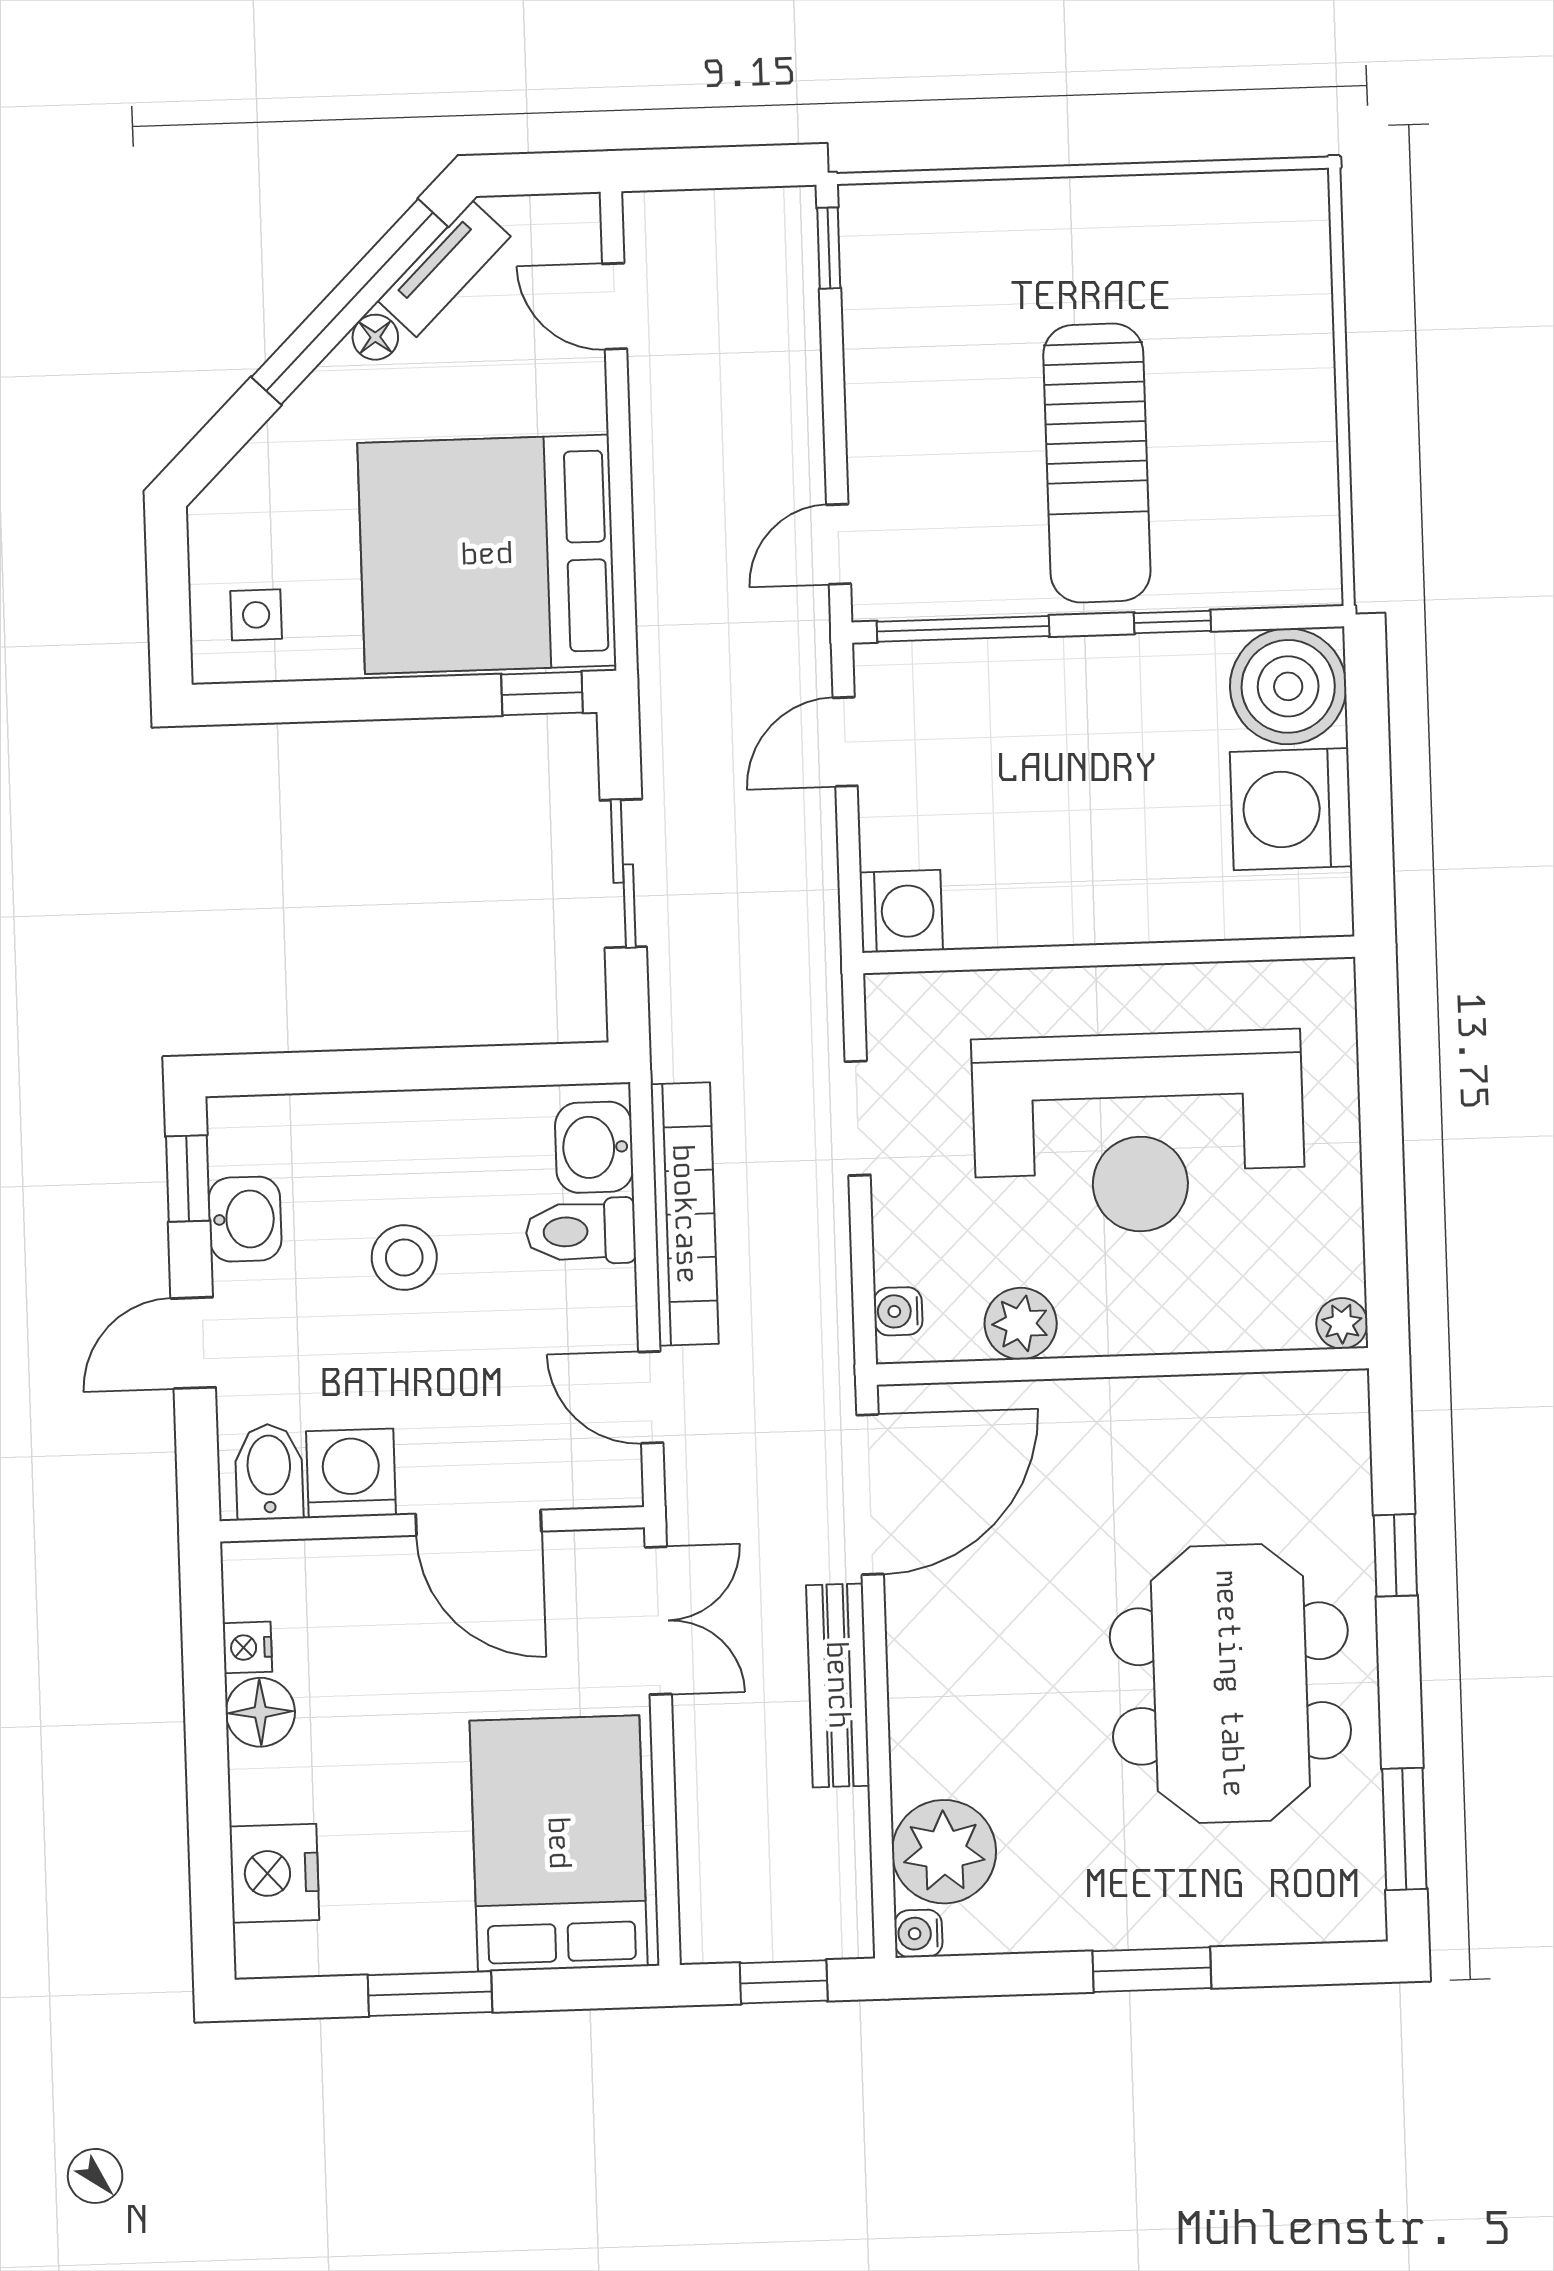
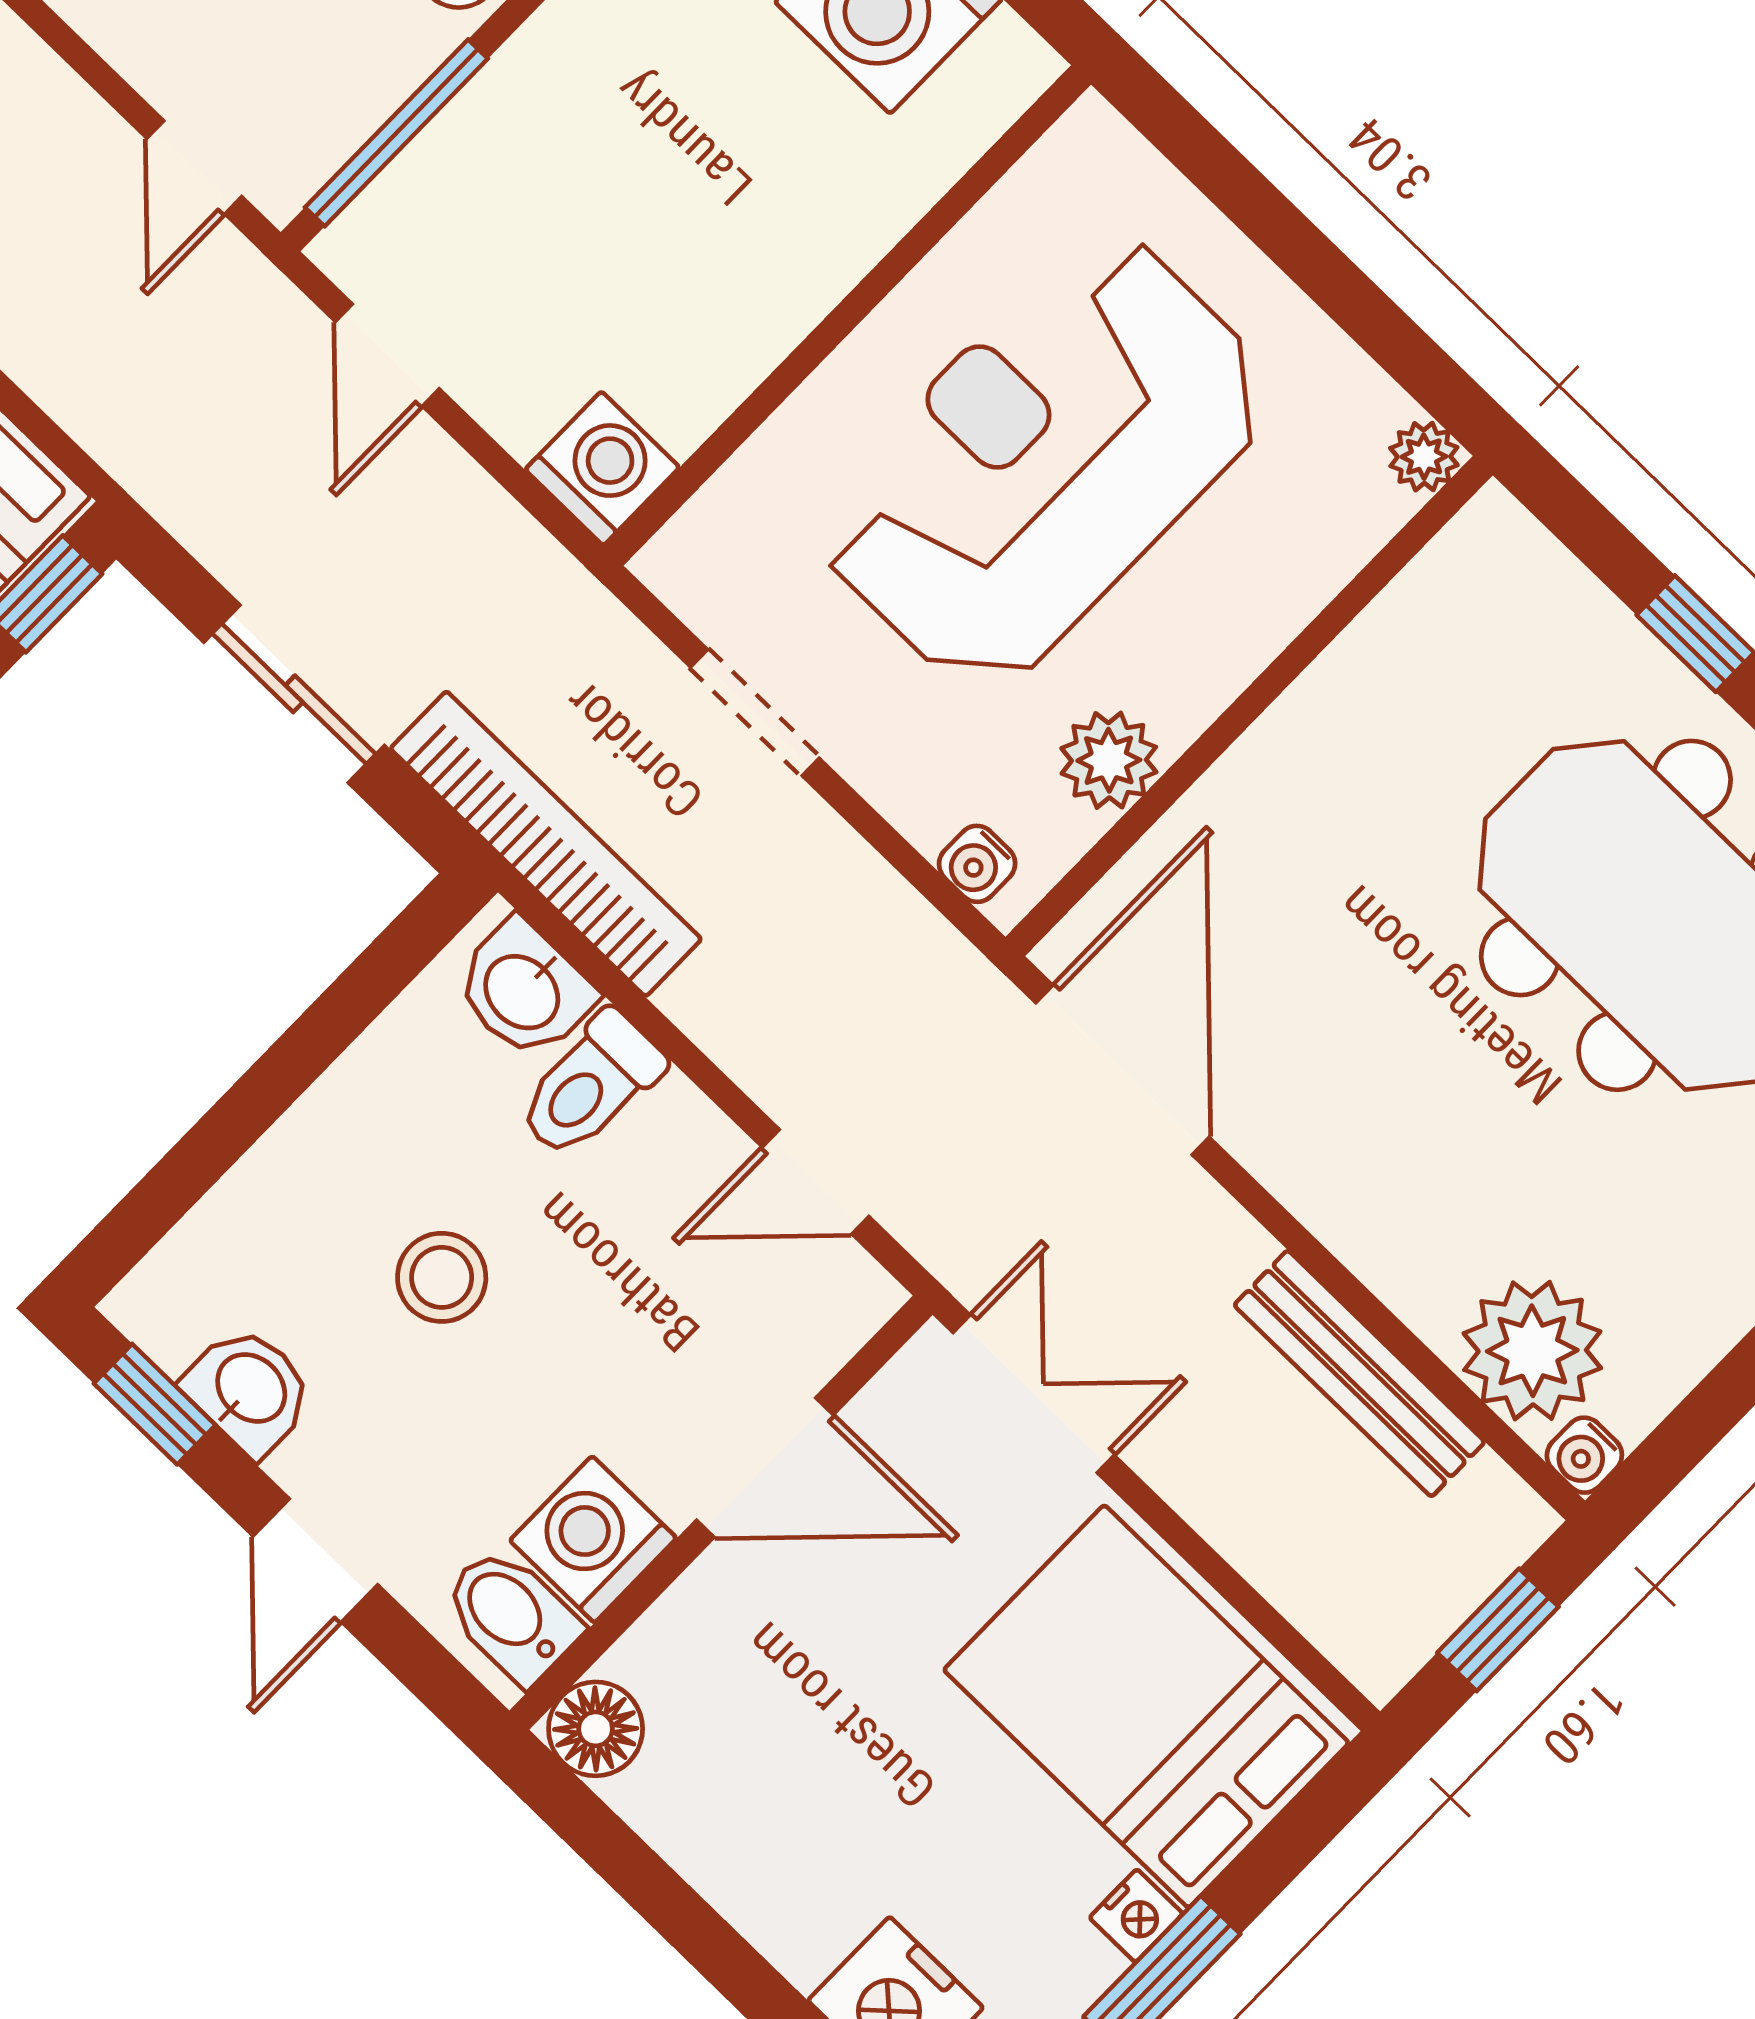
reception desk: (1139, 1133) -> (1044, 461), turned 180
bookcase: (685, 1214) -> (546, 844), moved
nightstand: (247, 1647) -> (1136, 1916), moved, turned -90
bench: (838, 1685) -> (1359, 1374), moved
floor lamp: (260, 1712) -> (596, 1729), moved

